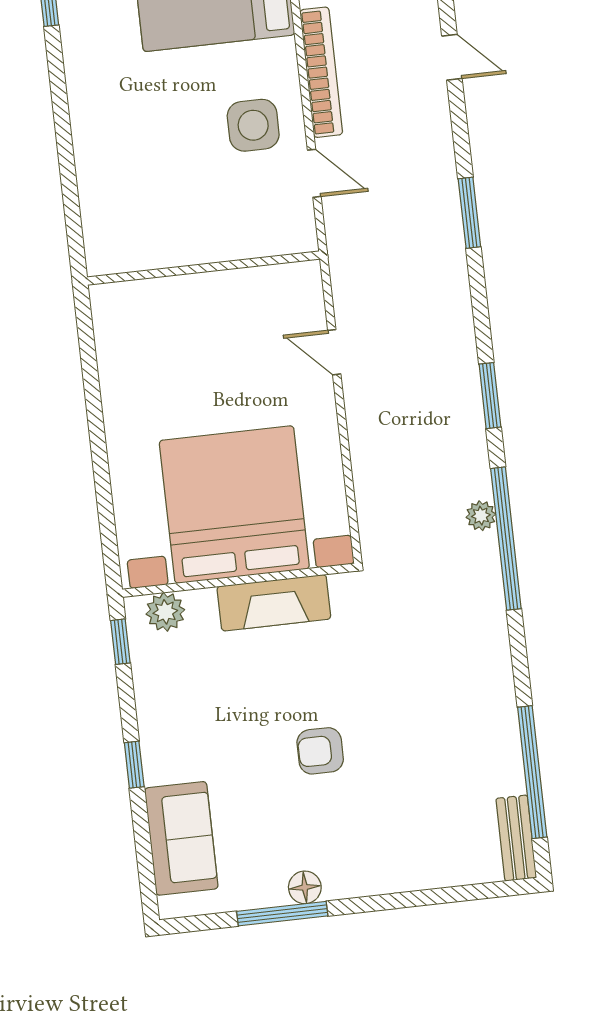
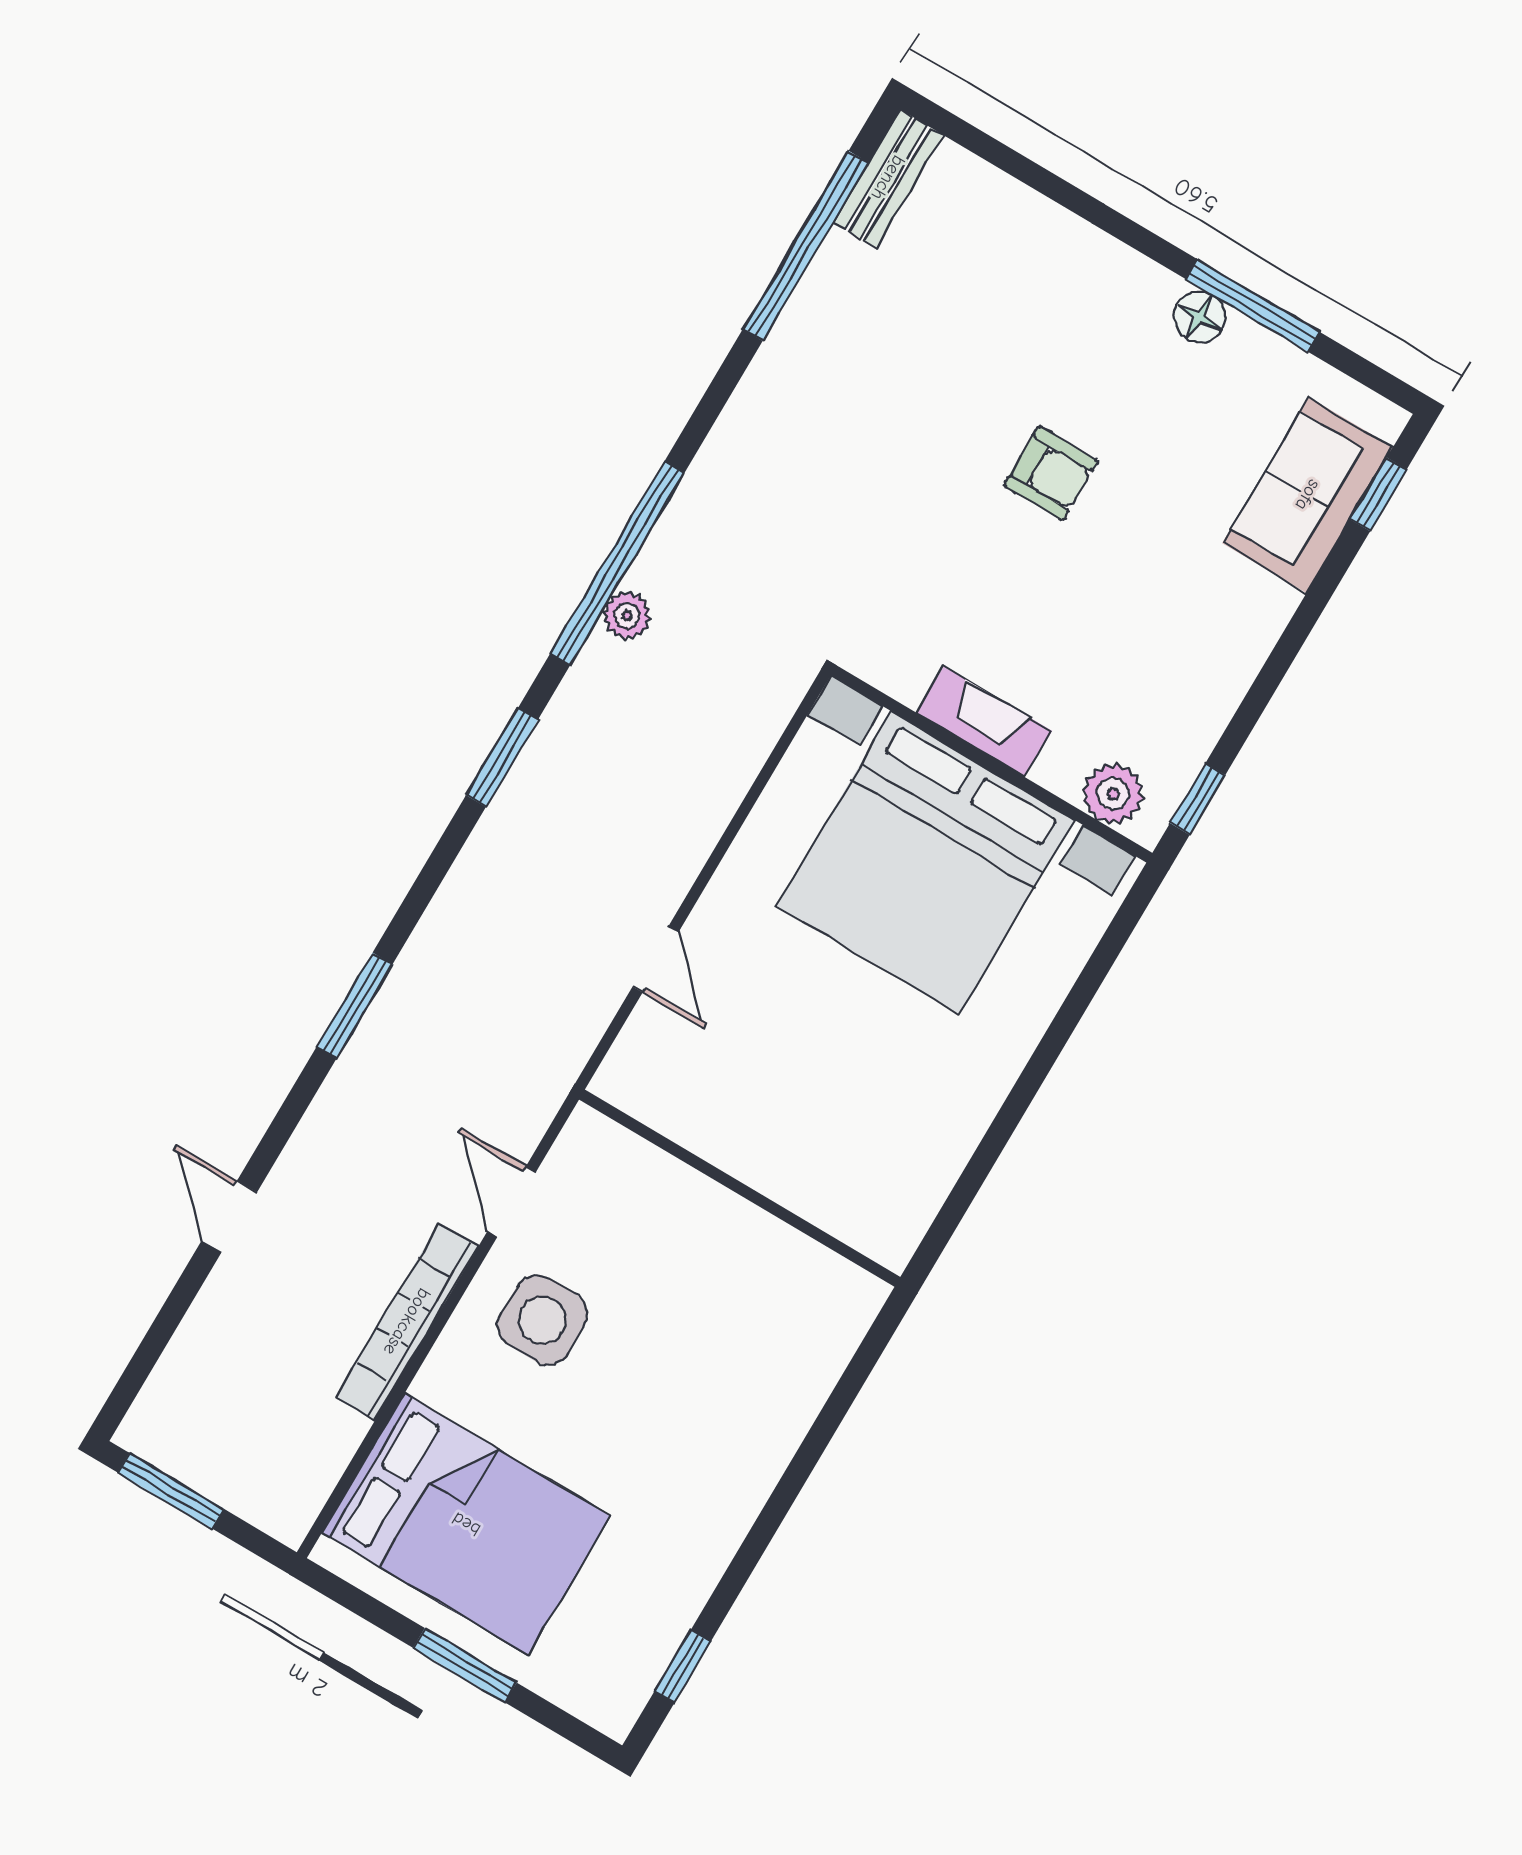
fireplace: (274, 603) -> (984, 722), width x0.73, depth x0.76
window: (134, 765) -> (1378, 494), moved

